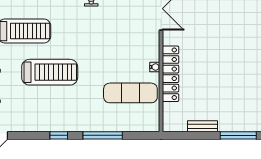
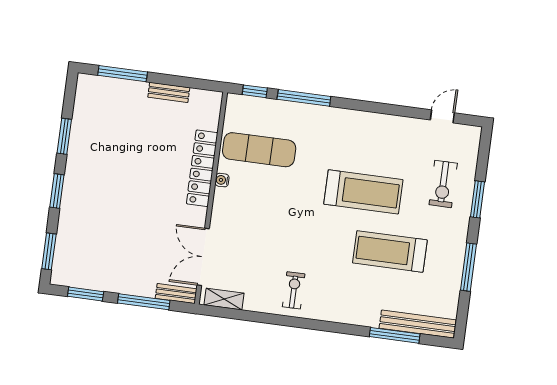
treadmill: (50, 72) -> (363, 192), turned 180
window: (59, 135) -> (255, 91), moved

